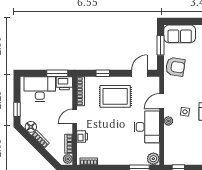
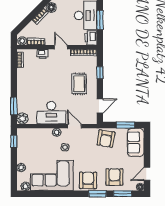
window: (57, 73) -> (100, 20), moved
door: (139, 73) -> (100, 106), hinge flipped
rug: (115, 96) -> (79, 84), width x0.73, depth x0.70

